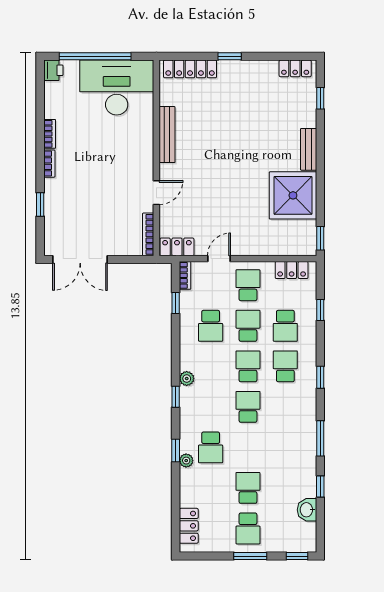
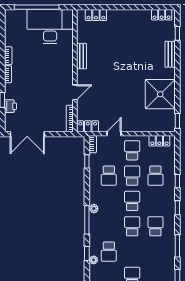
window: (230, 56) -> (121, 7), removed
locker: (190, 69) -> (96, 15), width x0.66
printer: (53, 70) -> (10, 106), moved
bench: (167, 135) -> (82, 56), width x0.73
bench: (309, 149) -> (170, 54), moved
window: (320, 310) -> (177, 181), moved
school desk: (285, 366) -> (155, 226), moved
window: (176, 397) -> (87, 220), width x2.17

